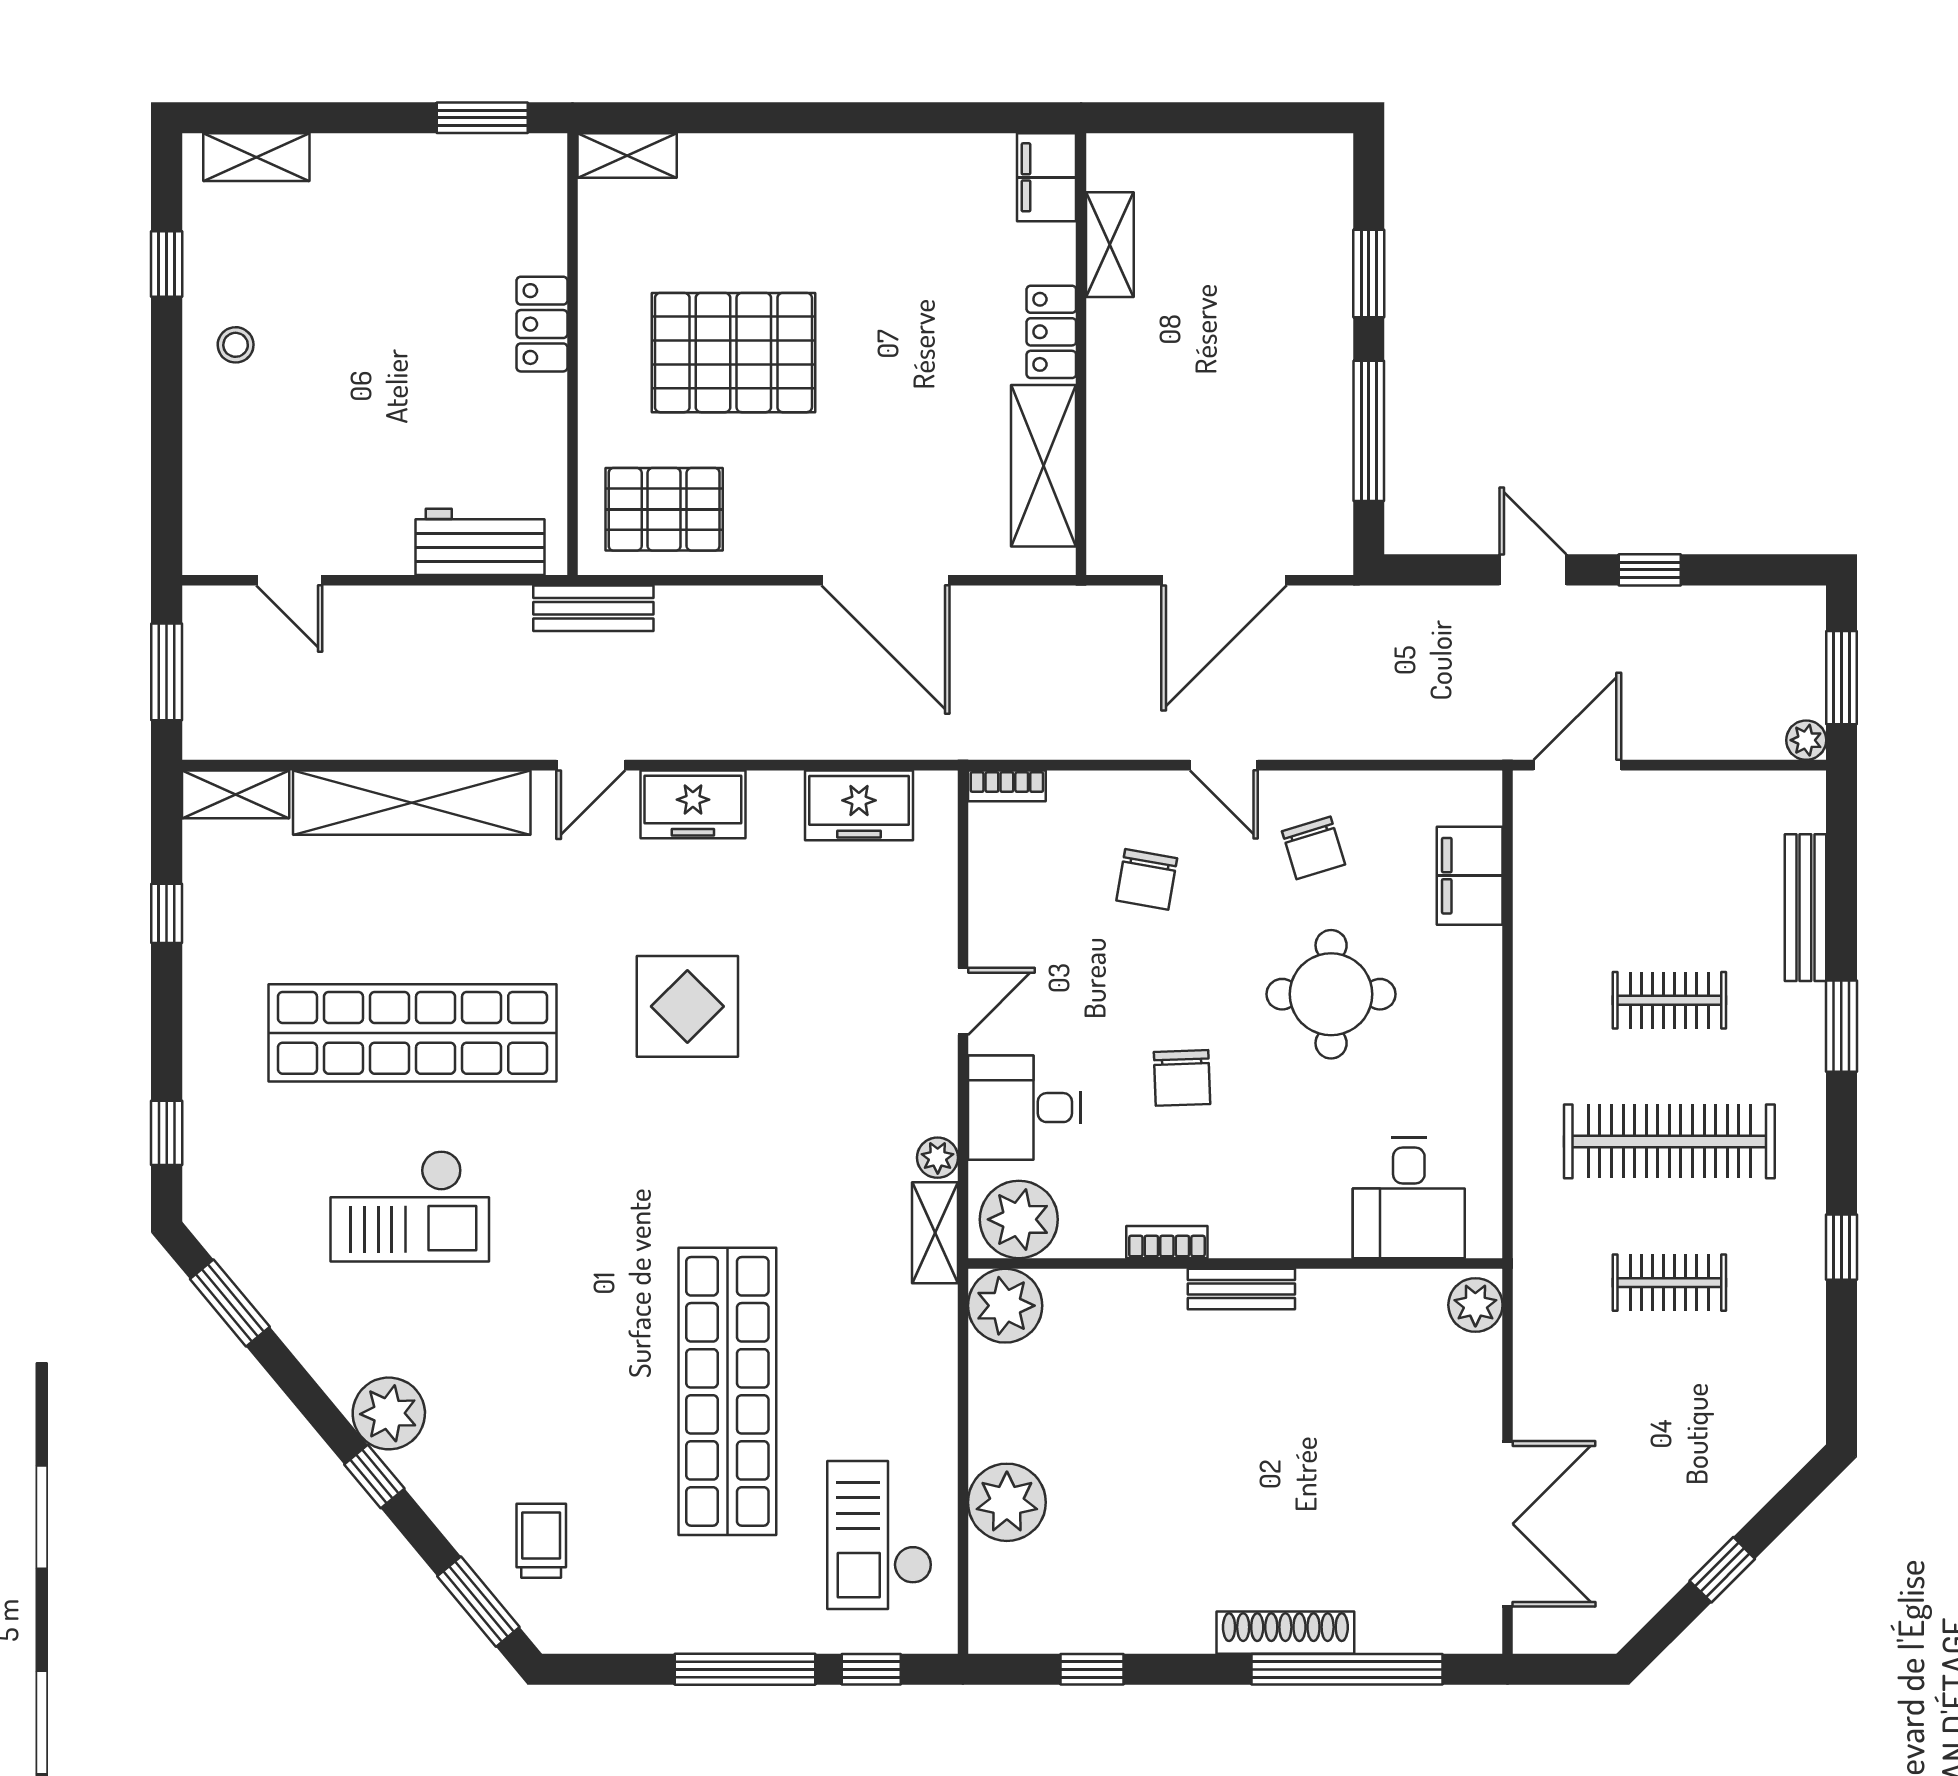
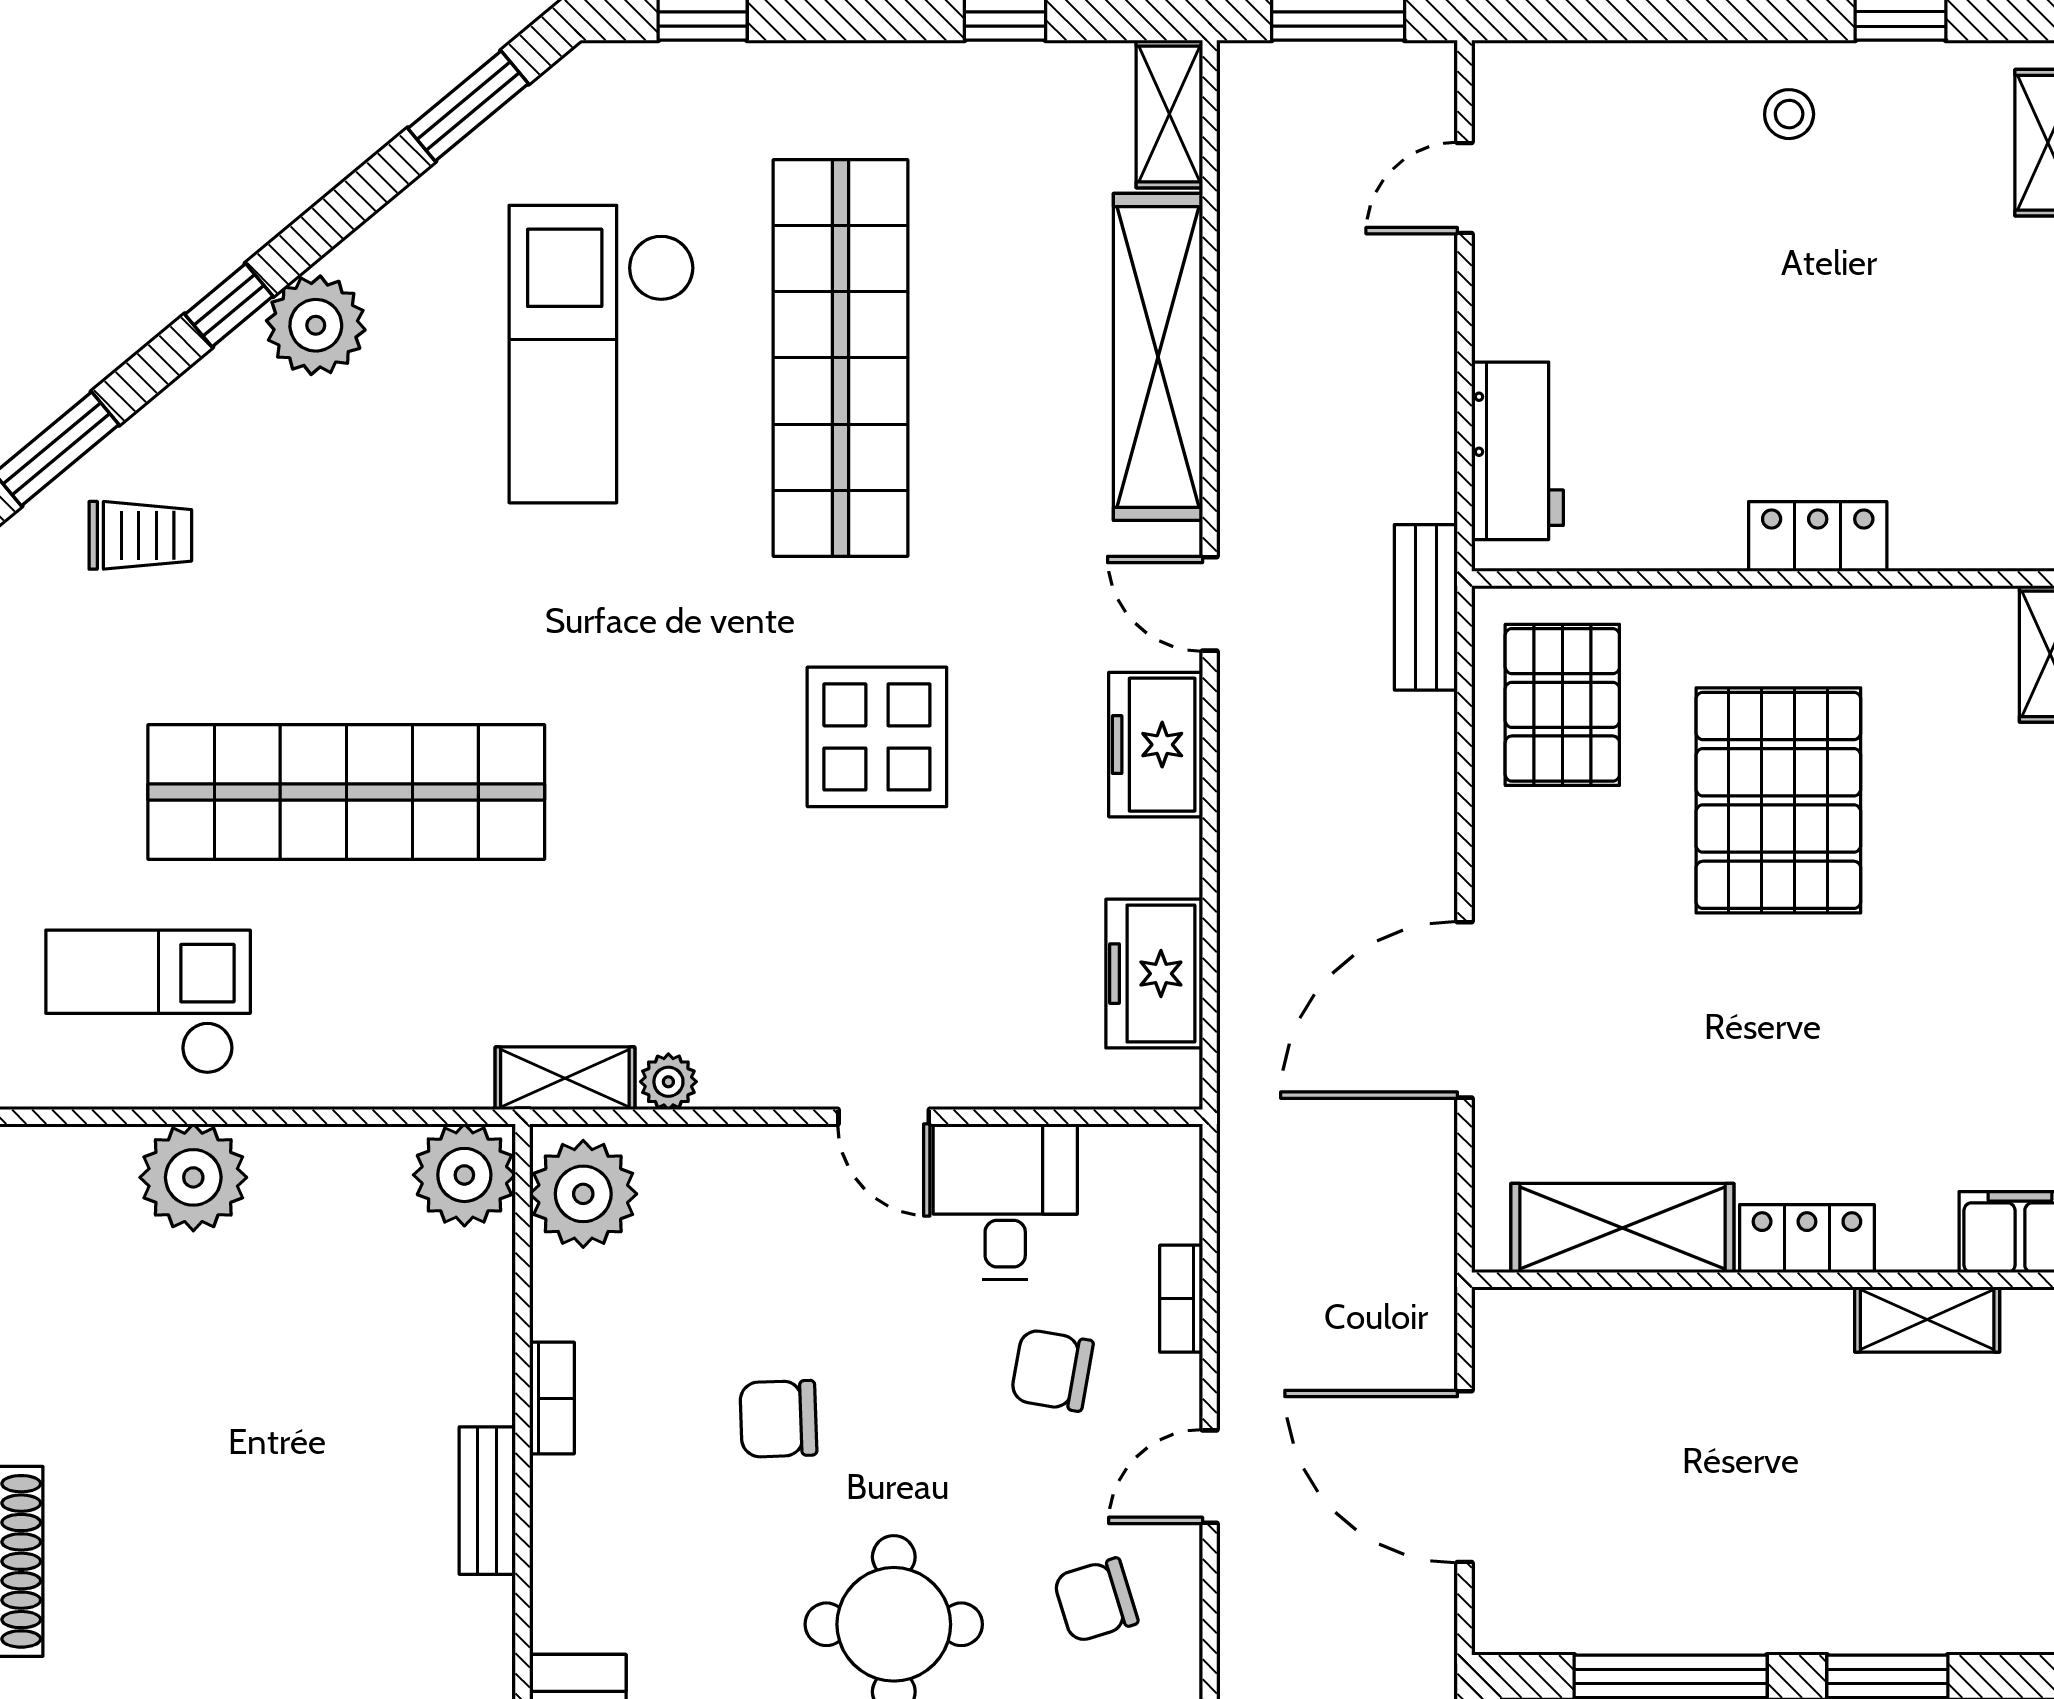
bookcase: (1007, 786) -> (1181, 1299), moved
desk: (1024, 1108) -> (1005, 1202), moved
checkout: (410, 1206) -> (602, 354), width x1.36, depth x1.21

